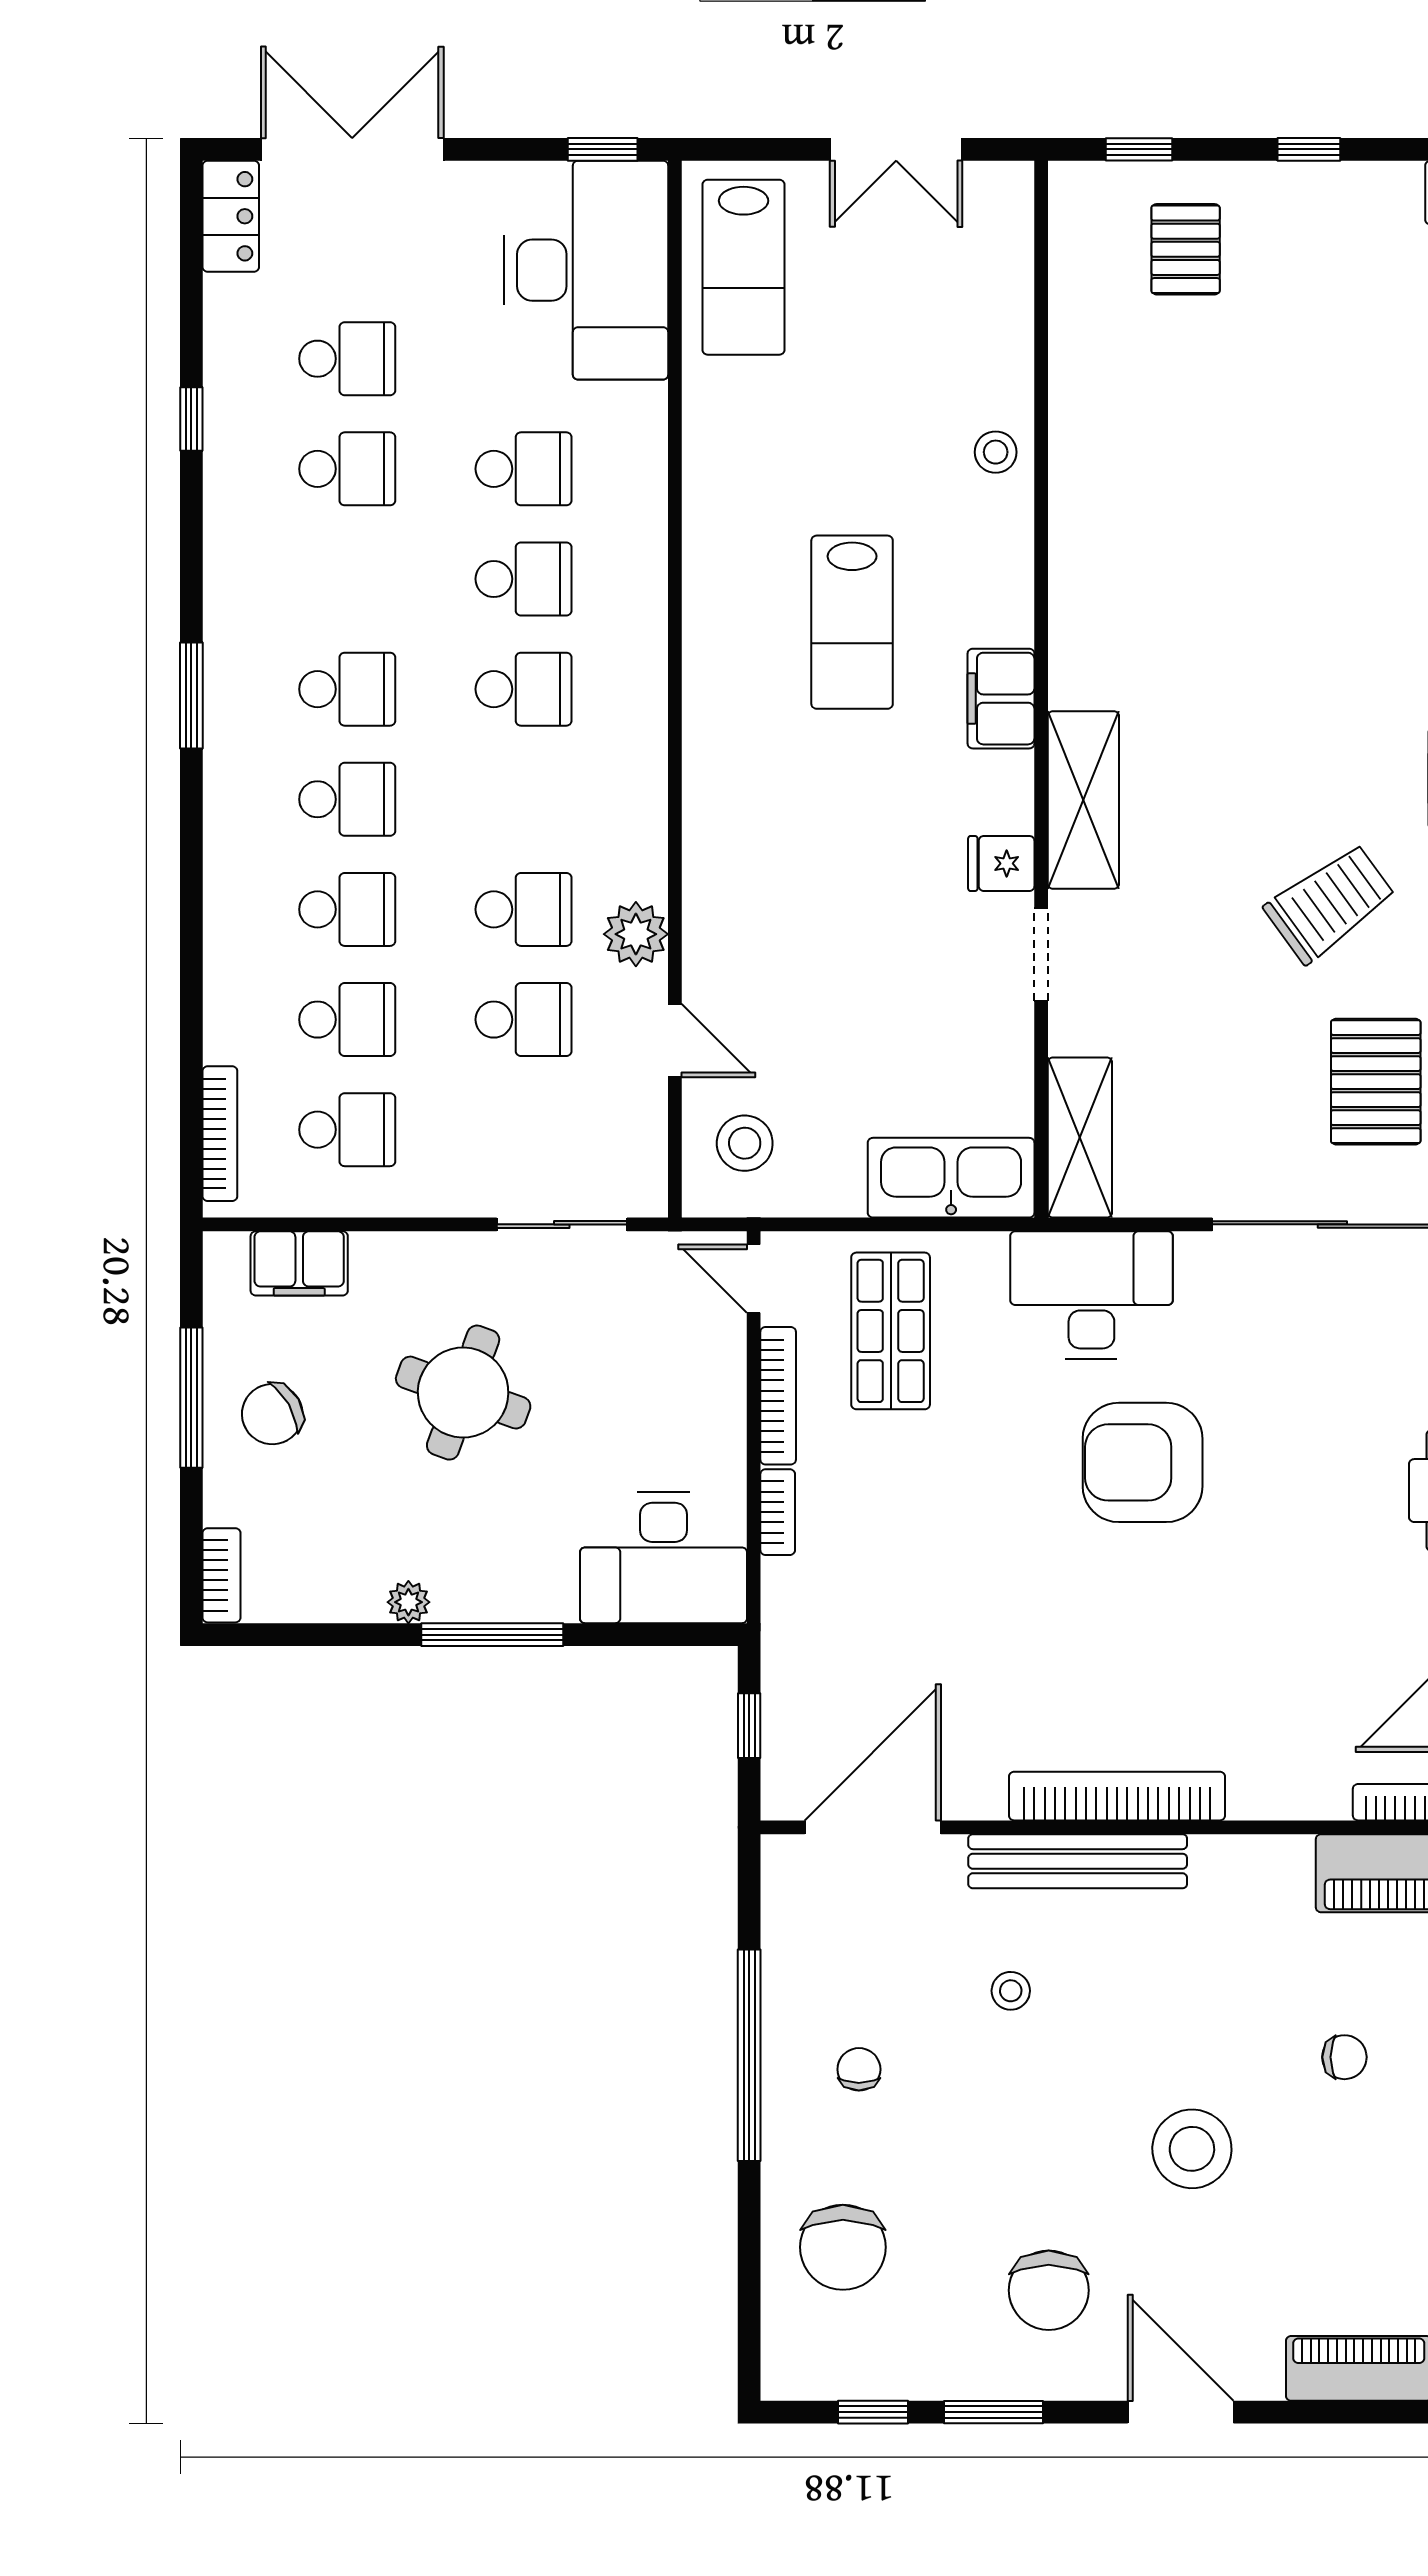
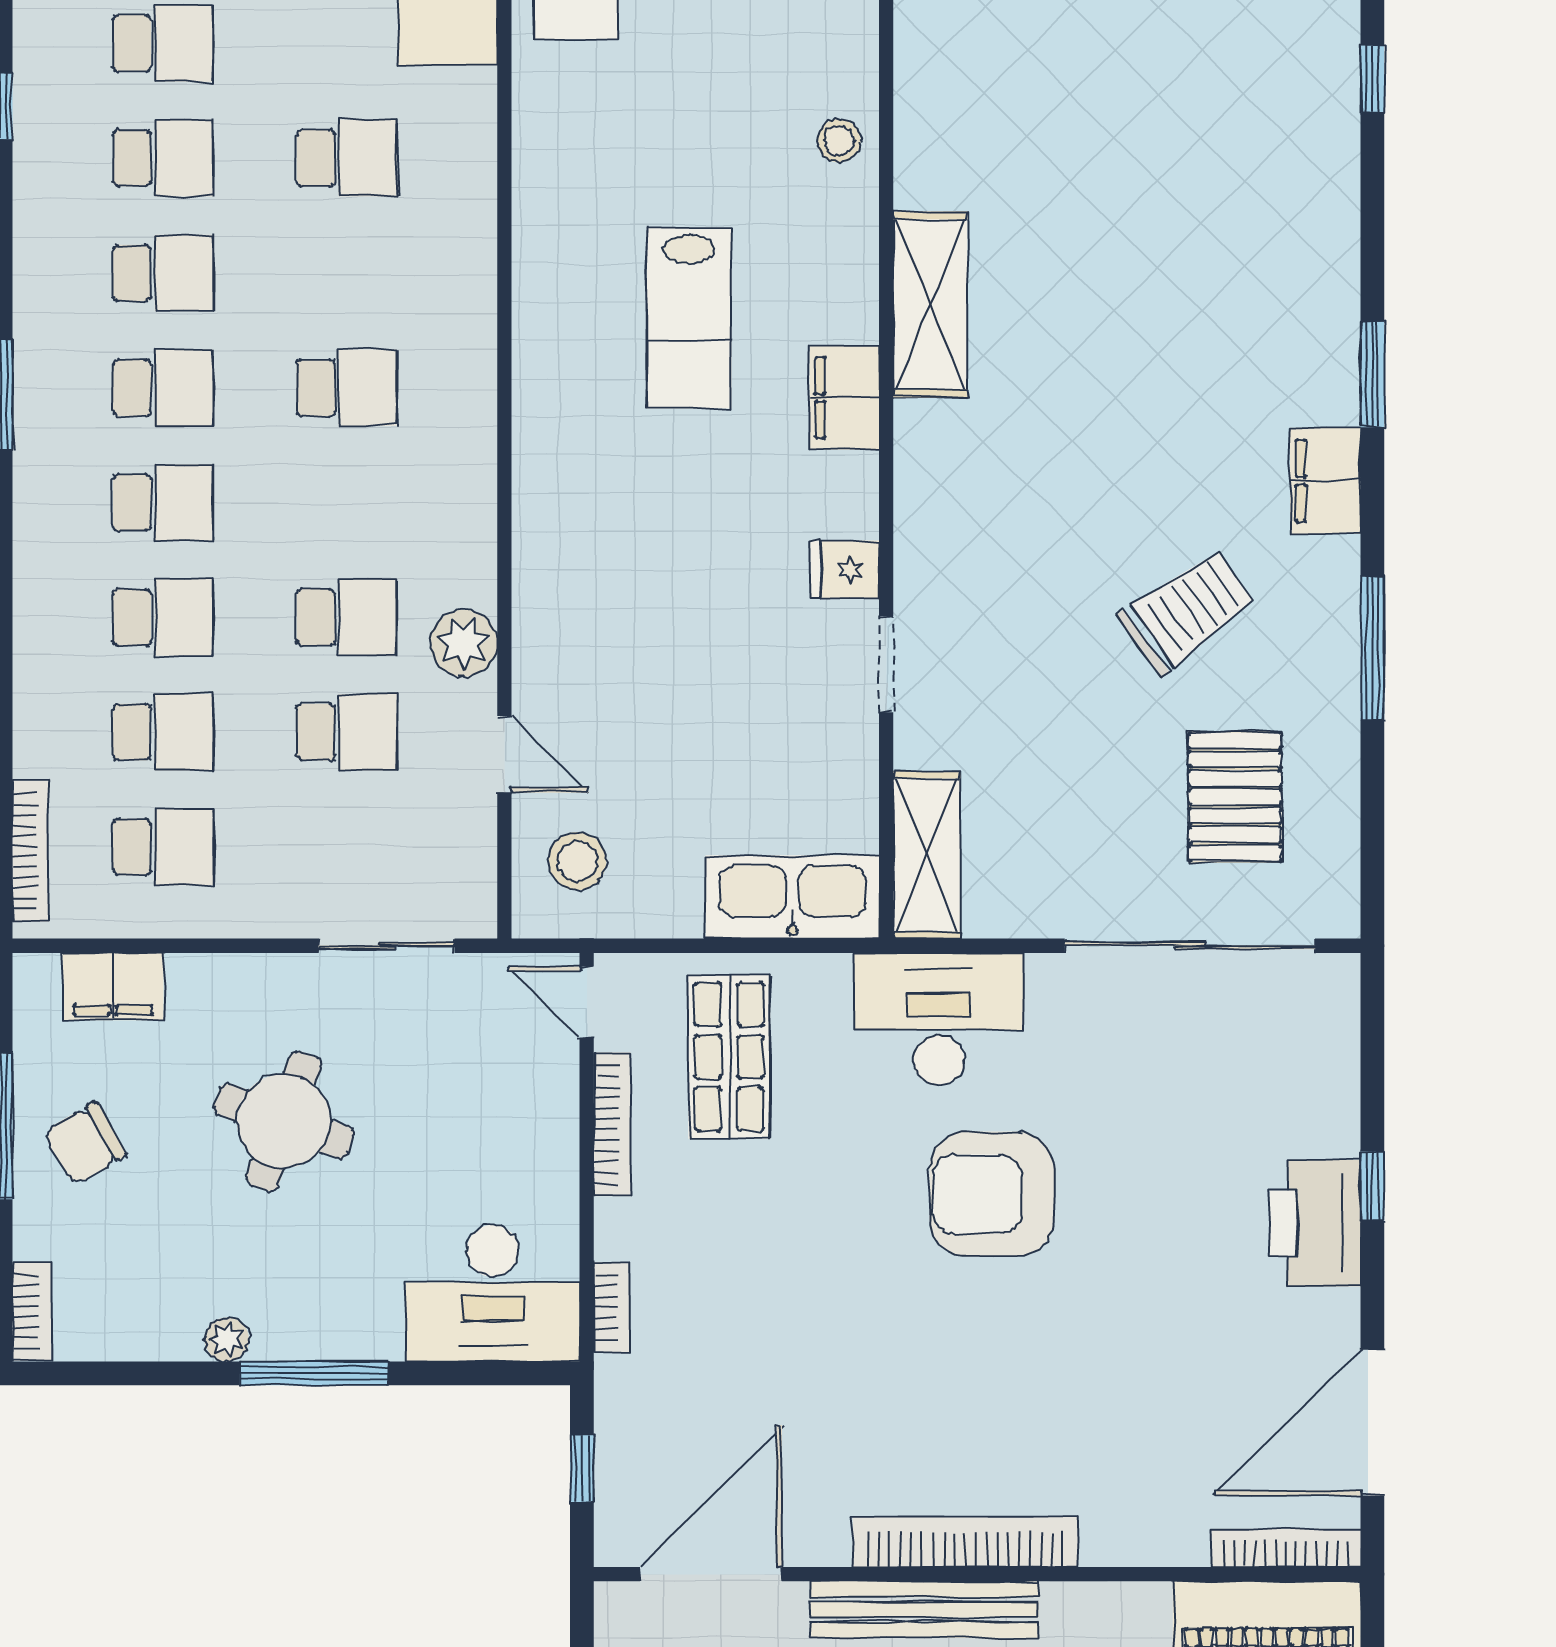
school desk: (524, 579) -> (163, 273), moved
shelving: (1083, 800) -> (930, 304), moved
bookcase: (778, 1512) -> (612, 1307), moved

